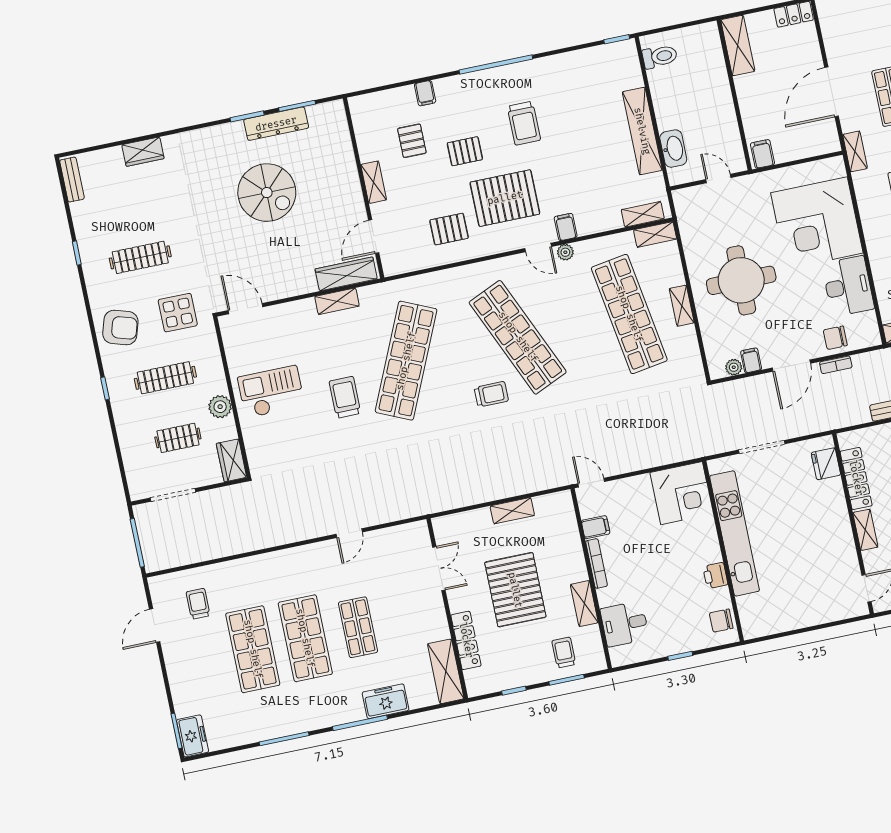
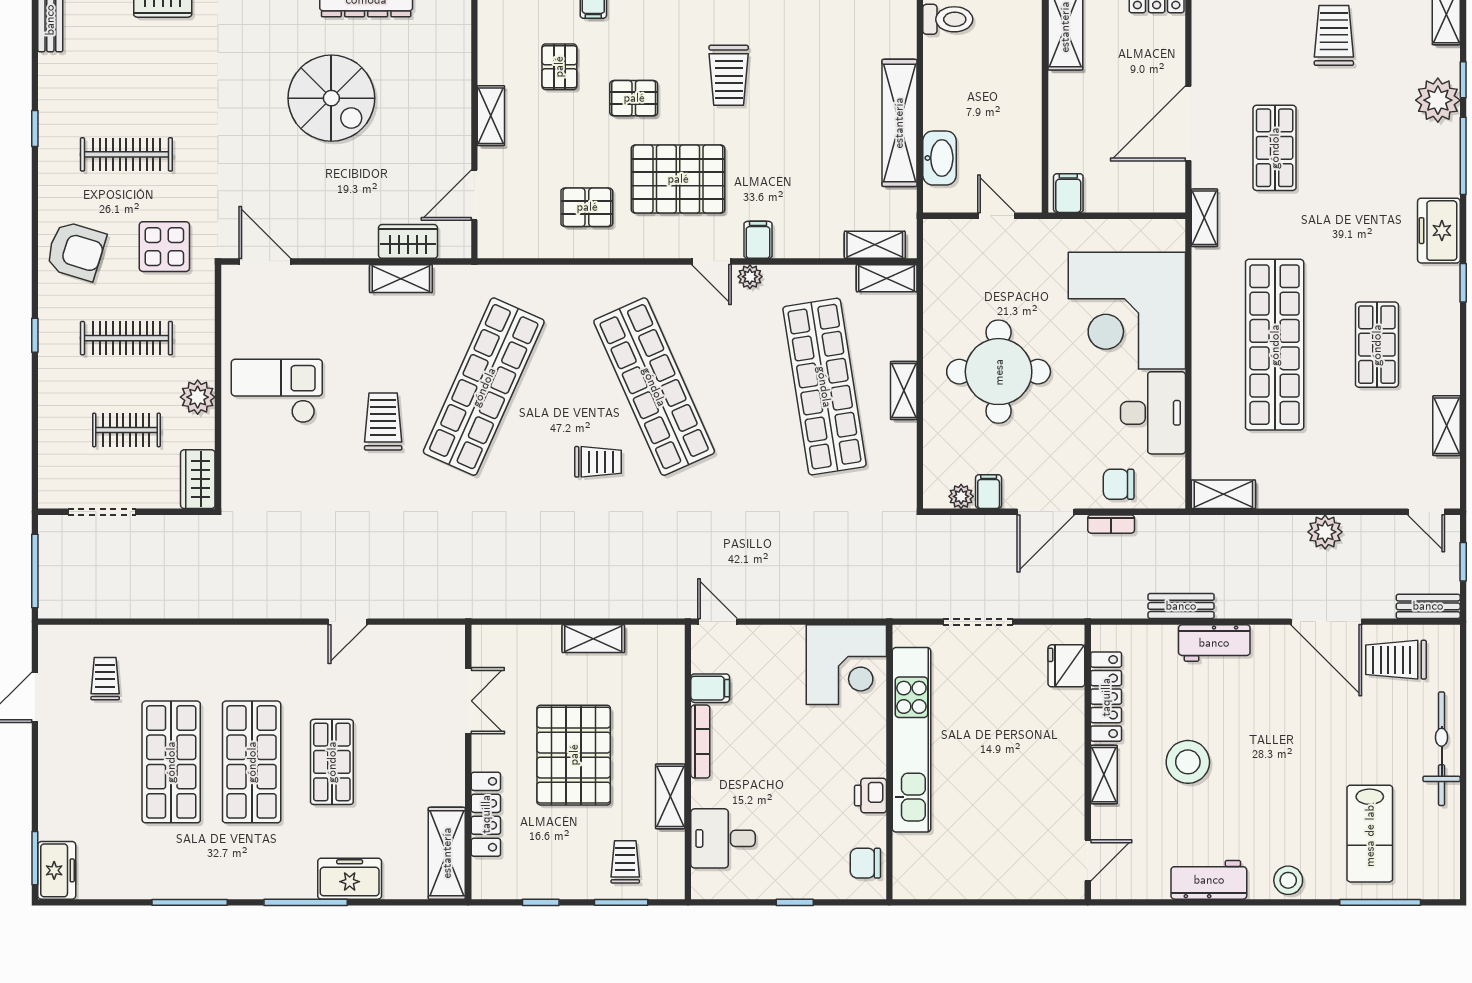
wardrobe: (346, 274) -> (408, 241), width x0.67

